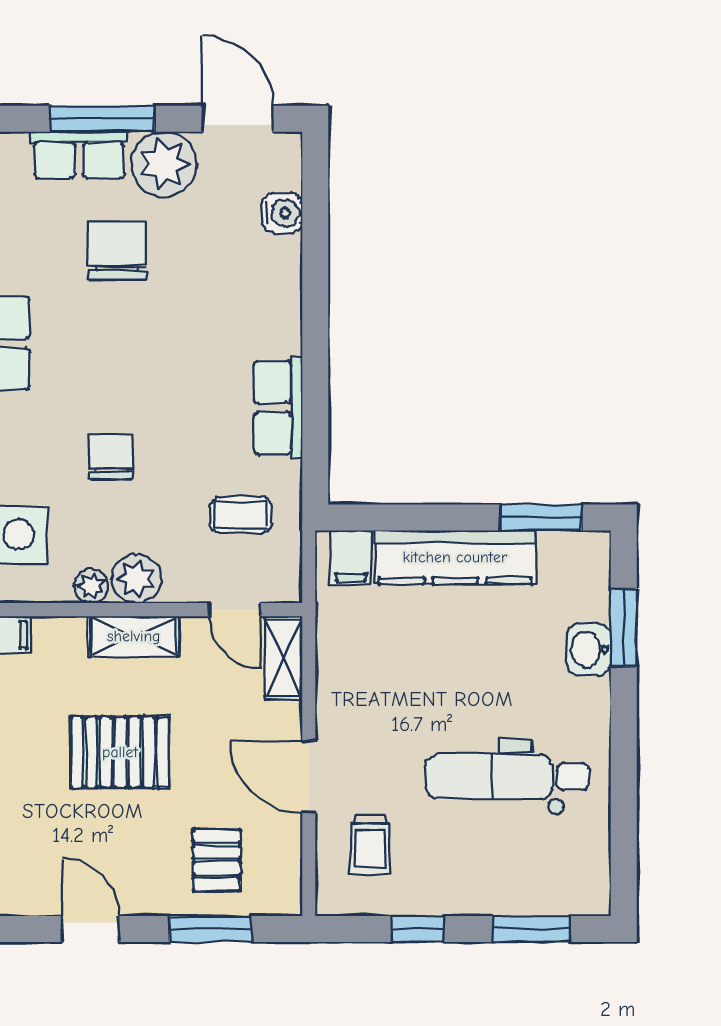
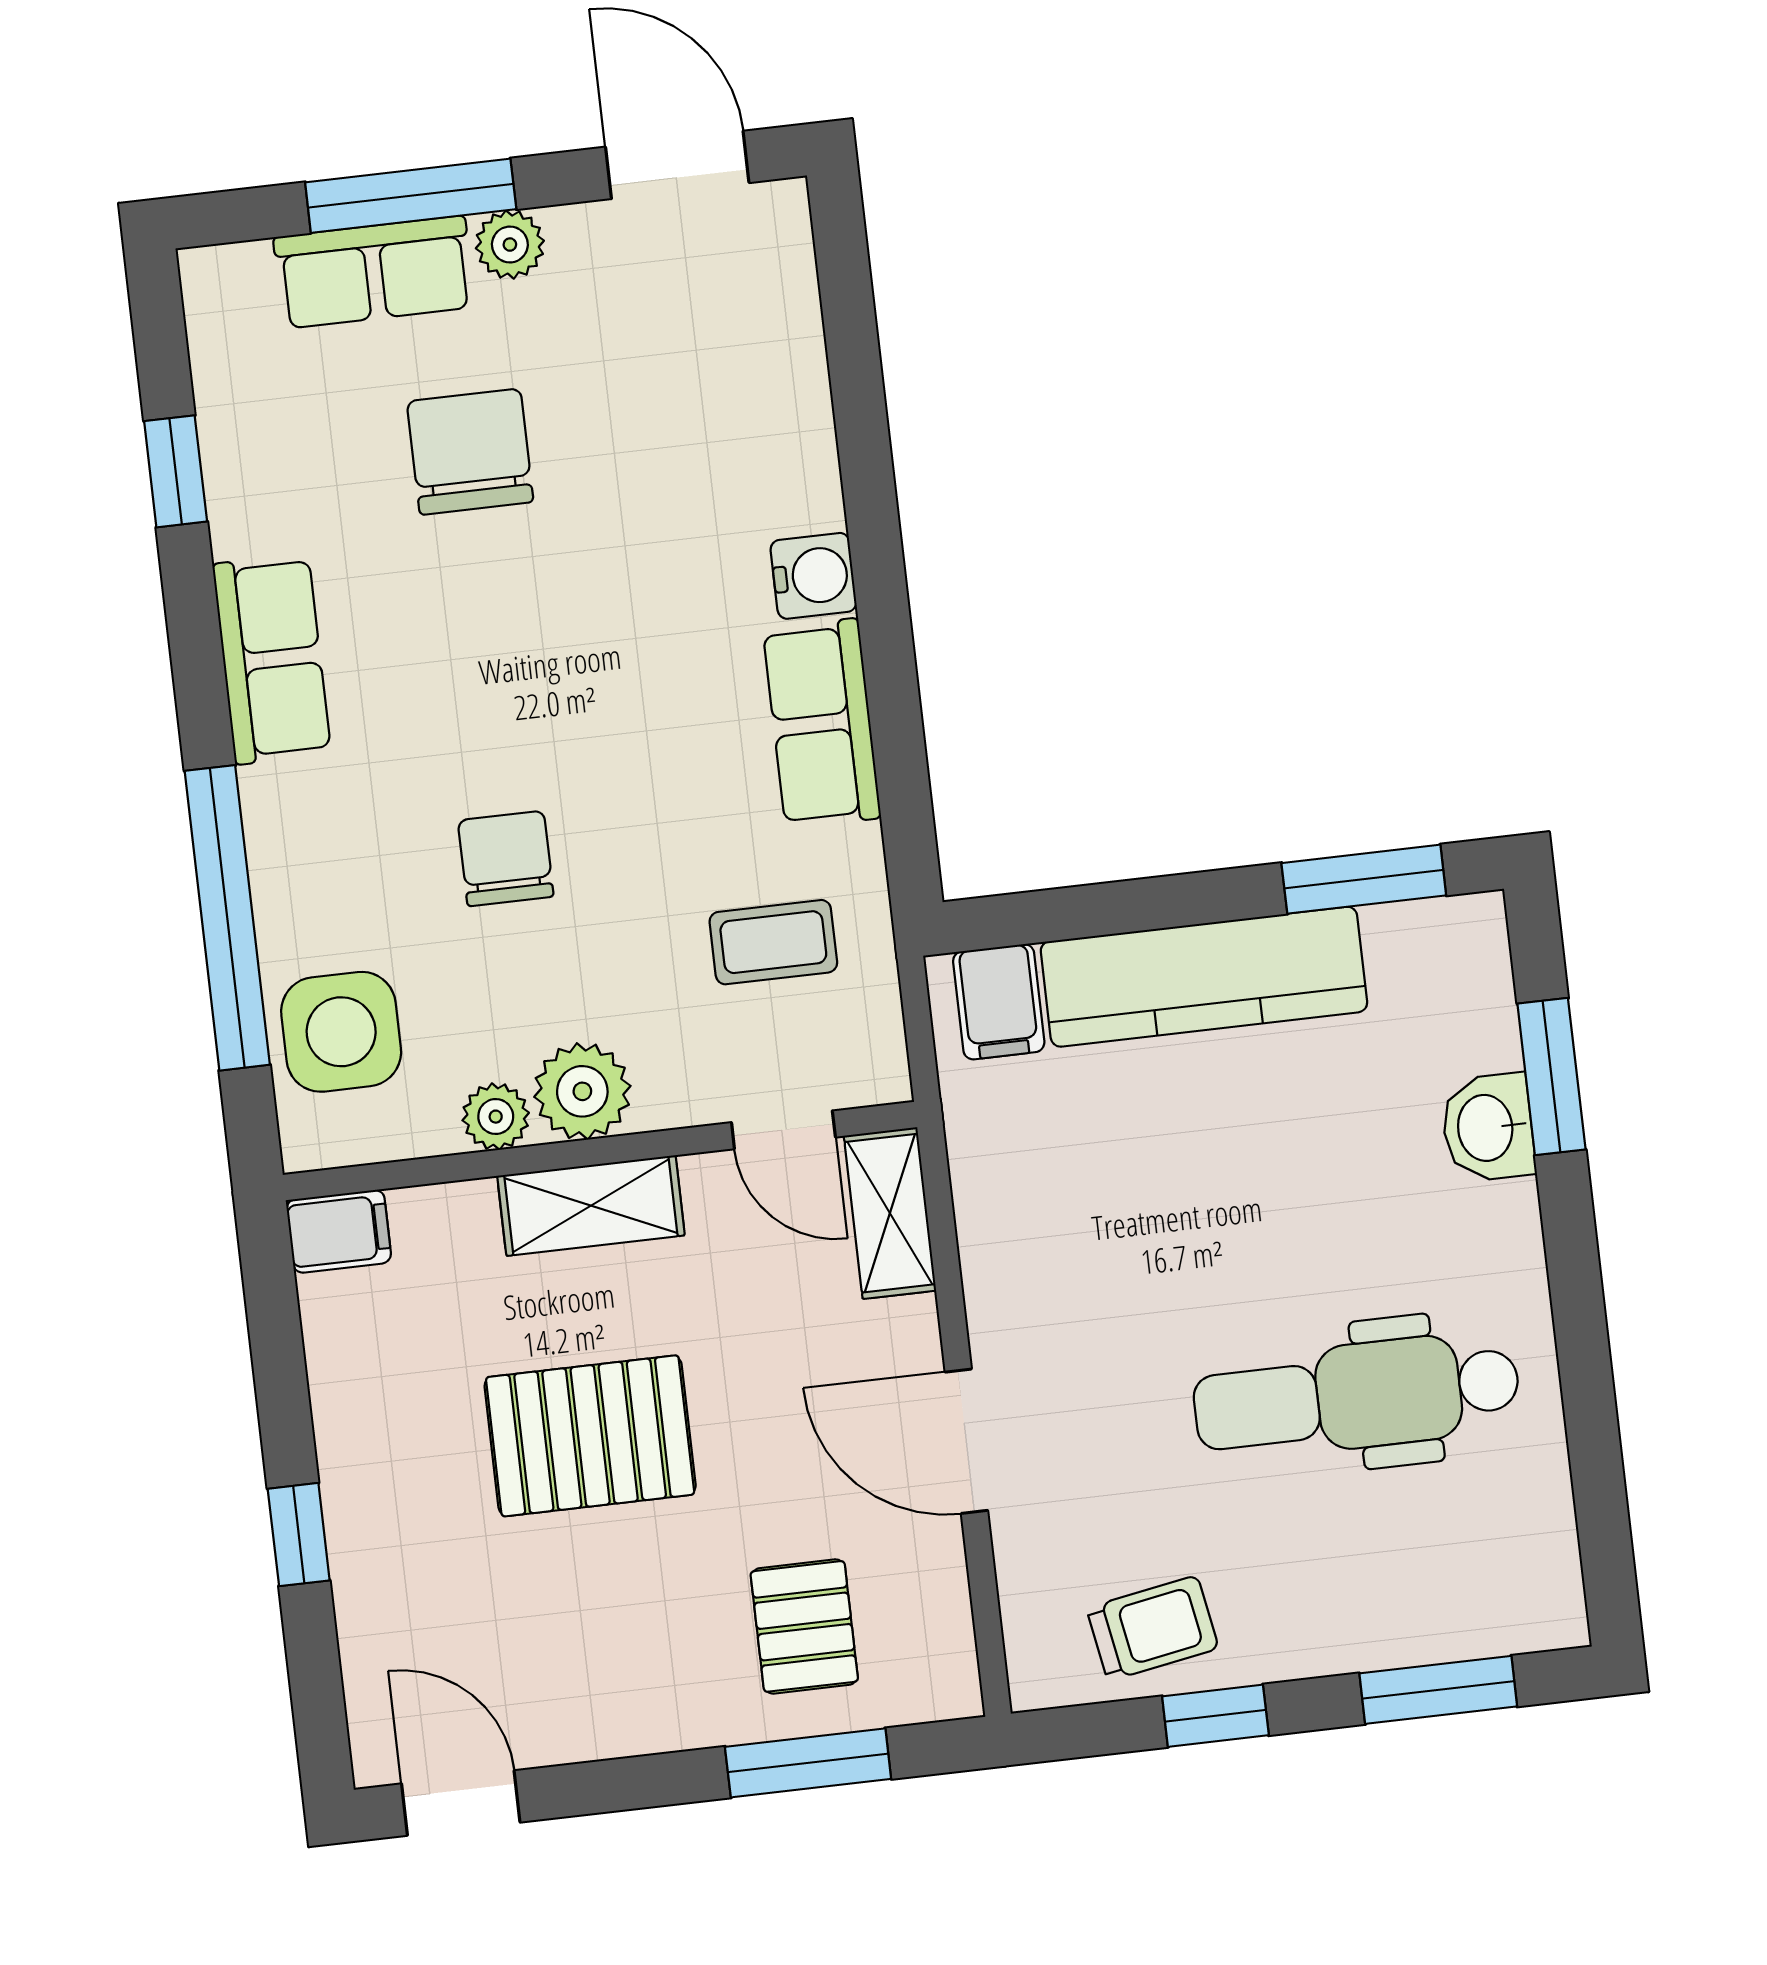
plant: (164, 164) -> (510, 245), width x0.53, depth x0.53
water cooler: (282, 213) -> (813, 576), moved
trolley: (370, 845) -> (1153, 1628), moved, turned -101
door: (91, 929) -> (461, 1803), moved

